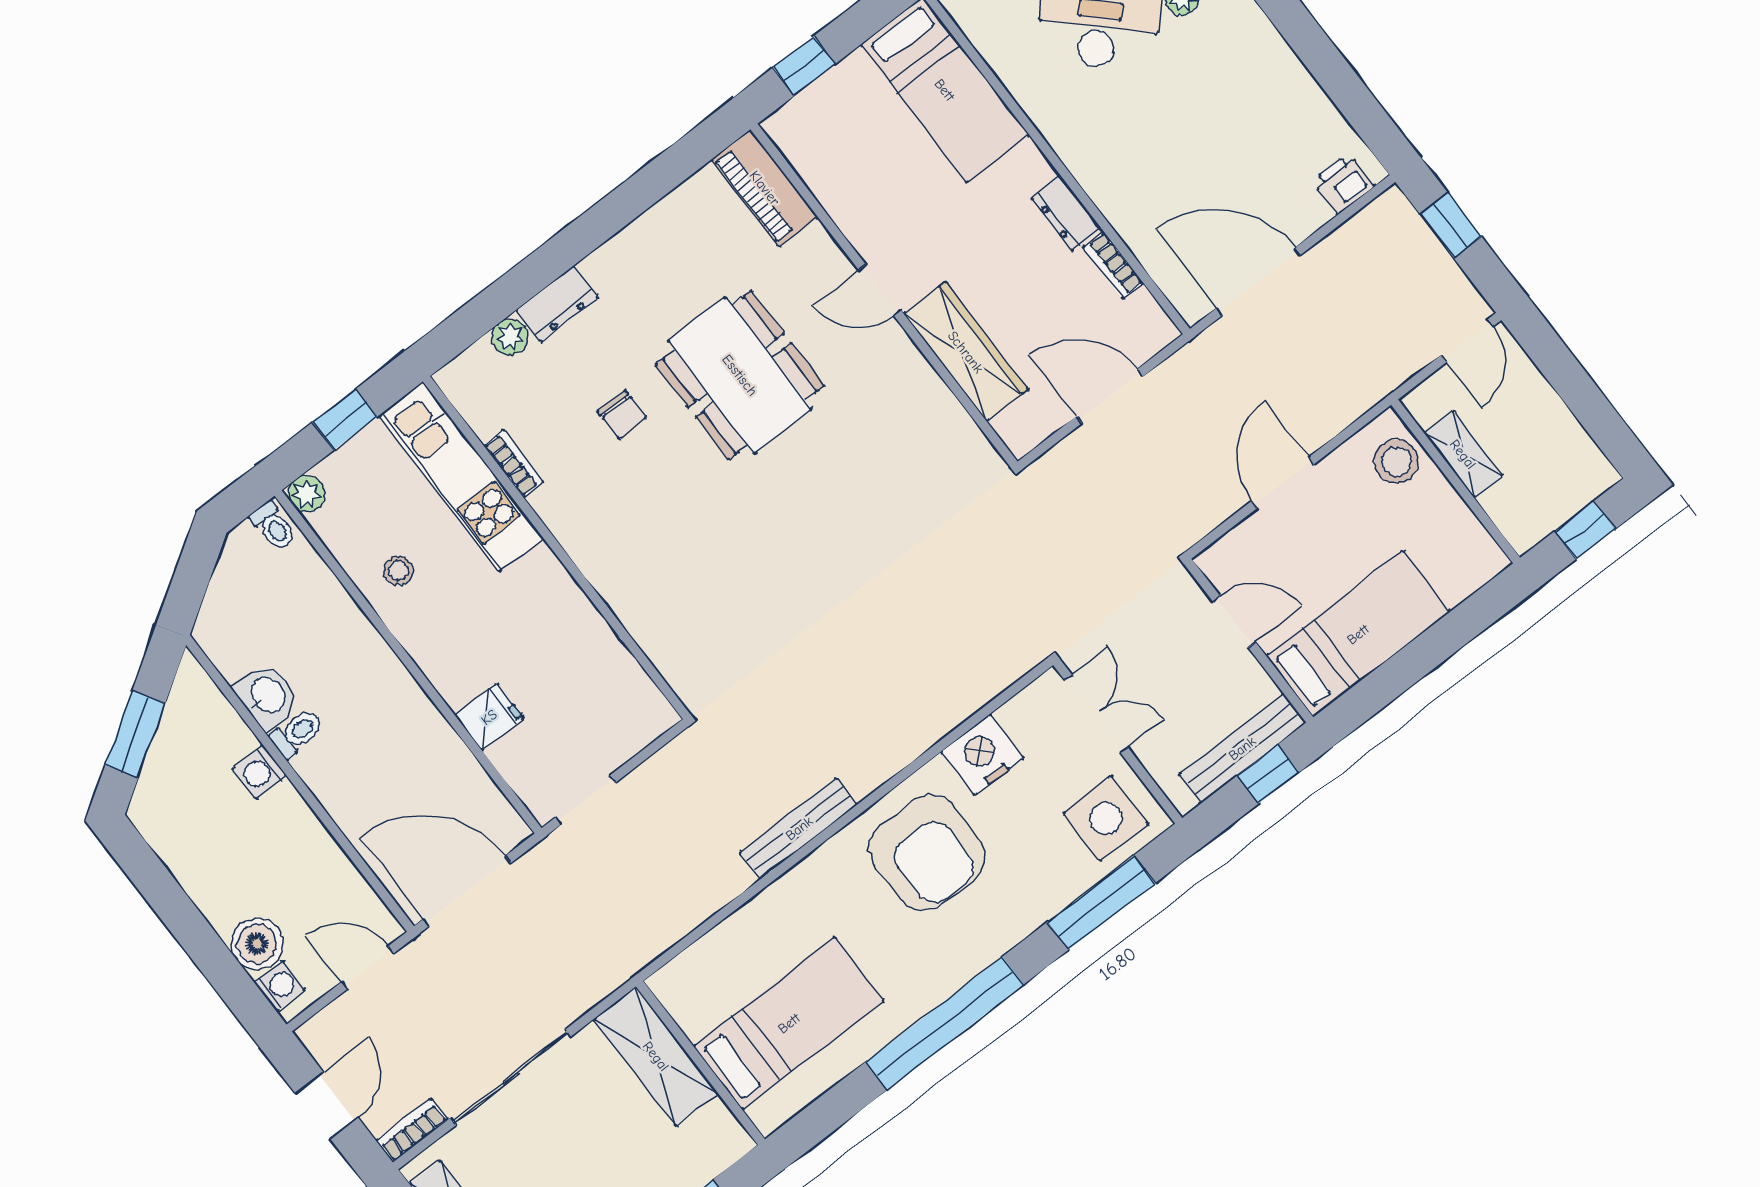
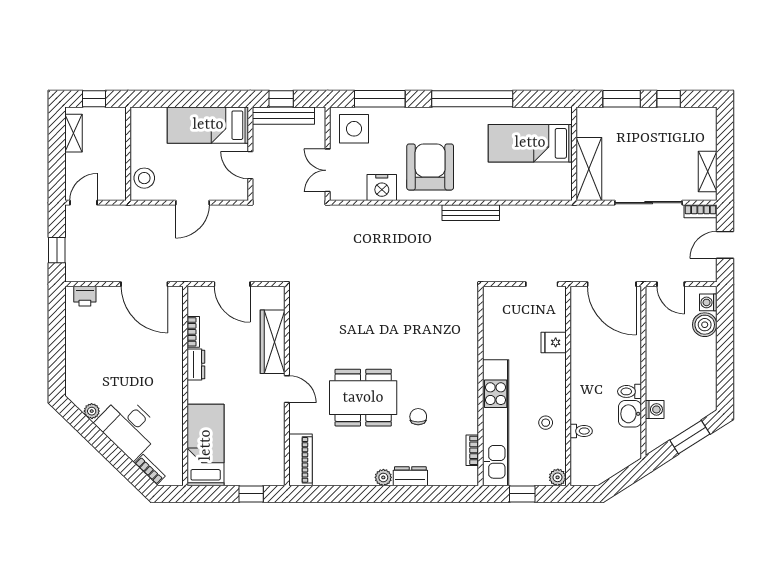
plant: (510, 337) -> (383, 477), moved
dining table: (740, 375) -> (363, 398), turned 90
shelving: (1463, 454) -> (74, 133), moved
bookcase: (514, 464) -> (472, 450), moved
kitchen unit: (461, 477) -> (496, 423), width x1.36
toilet: (273, 526) -> (581, 431), moved, turned 90
washing machine: (260, 772) -> (655, 409), moved

